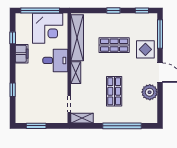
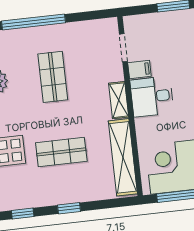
desk: (55, 60) -> (152, 96), moved
filing cabinet: (61, 90) -> (139, 69), added
shelving: (82, 118) -> (100, 27), removed

